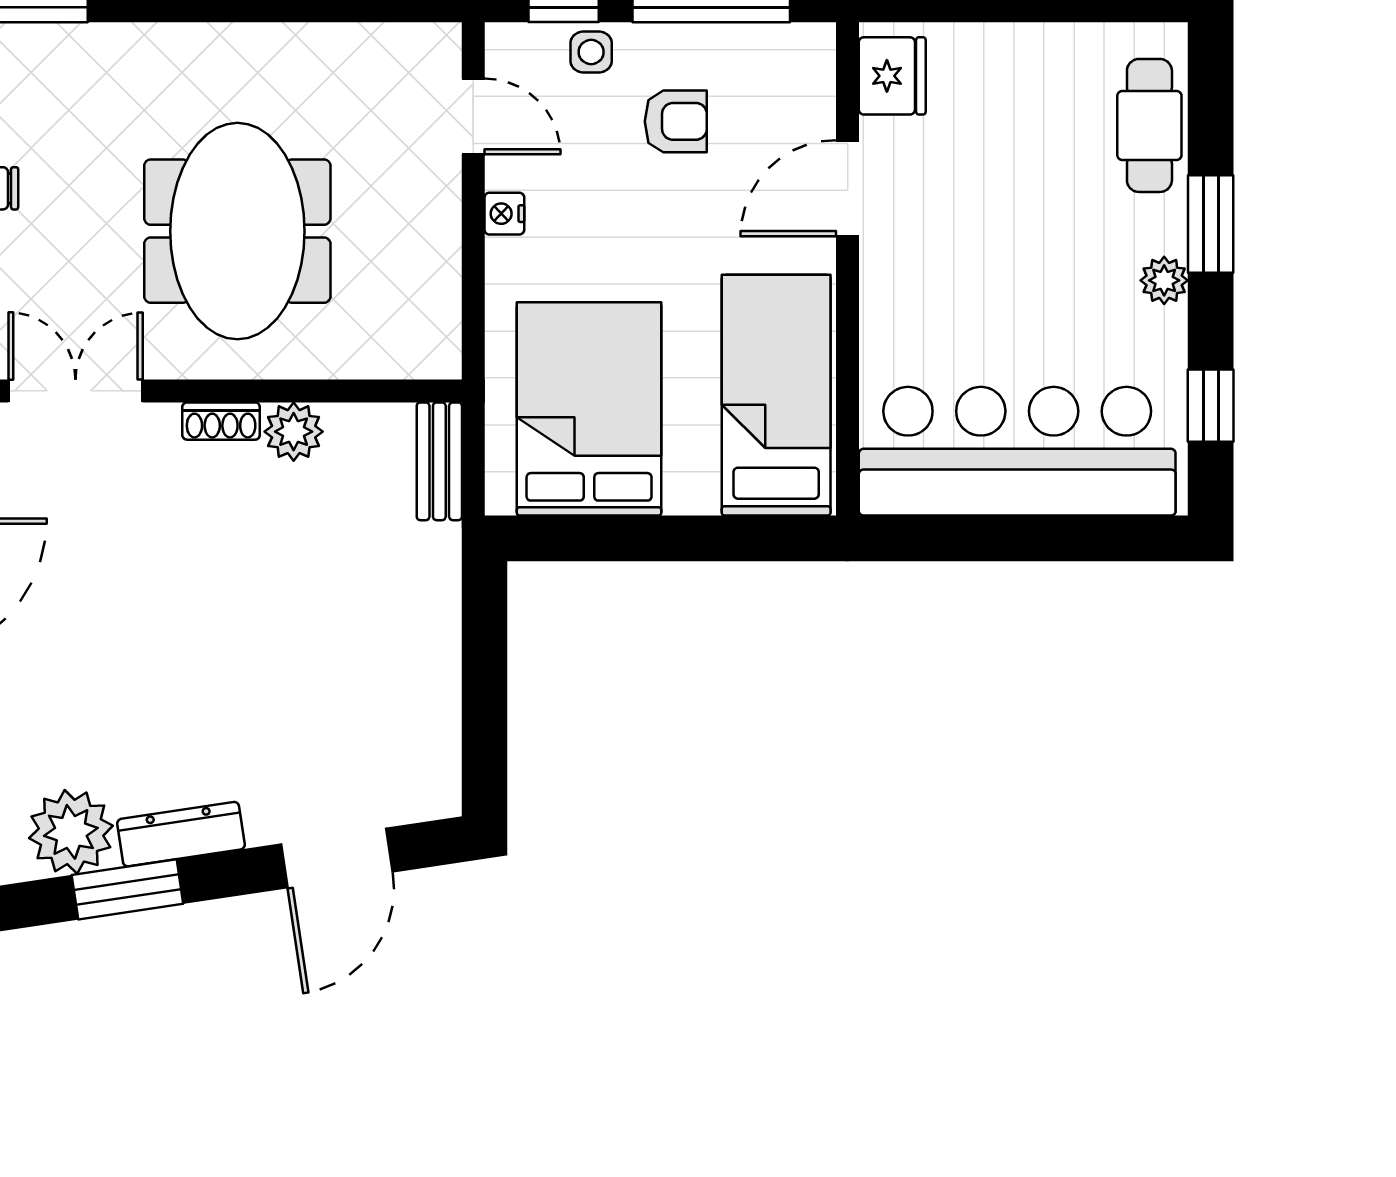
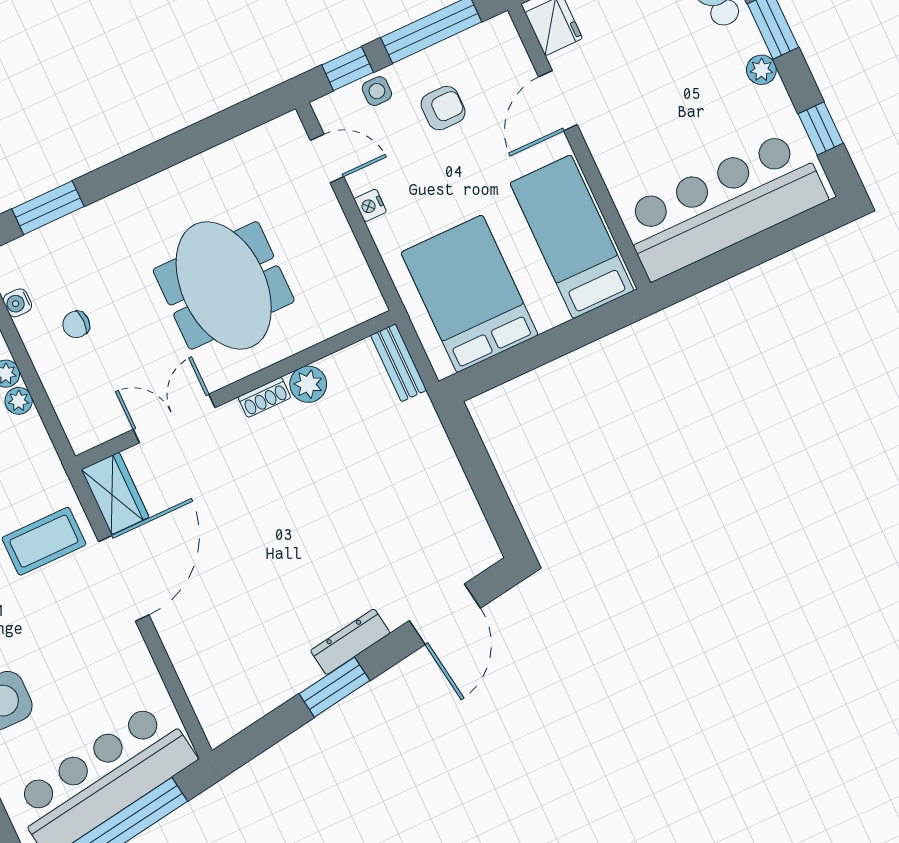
plant: (71, 832) -> (287, 669), removed

